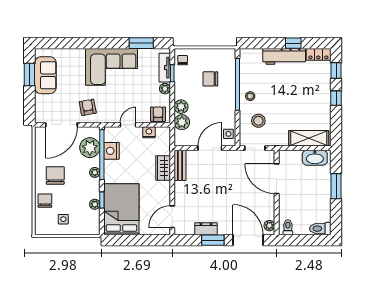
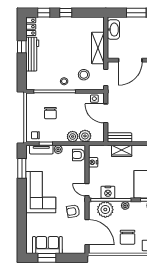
door: (128, 125) -> (87, 190), moved
shelving: (309, 138) -> (98, 48), moved
chair: (55, 175) -> (128, 237), turned -90

